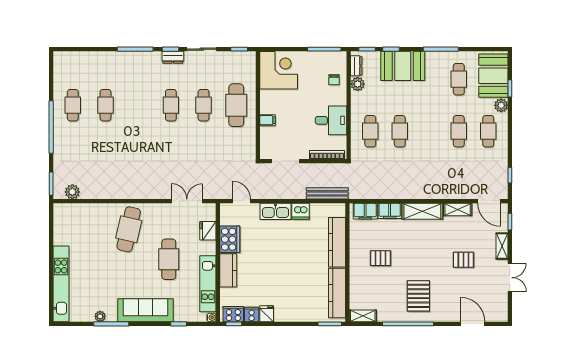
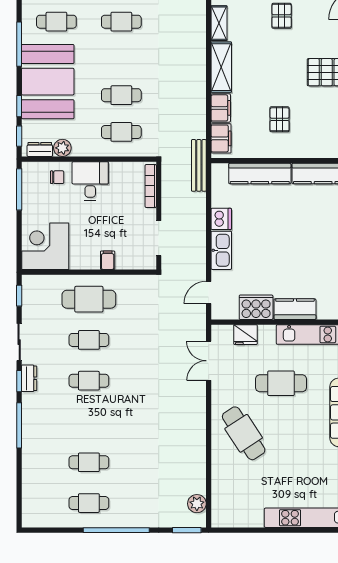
booth: (403, 66) -> (48, 82), width x1.36, depth x1.42
desk: (331, 120) -> (90, 181), moved
bench: (327, 193) -> (199, 165), moved
cafe table: (129, 229) -> (244, 433), turned 44

